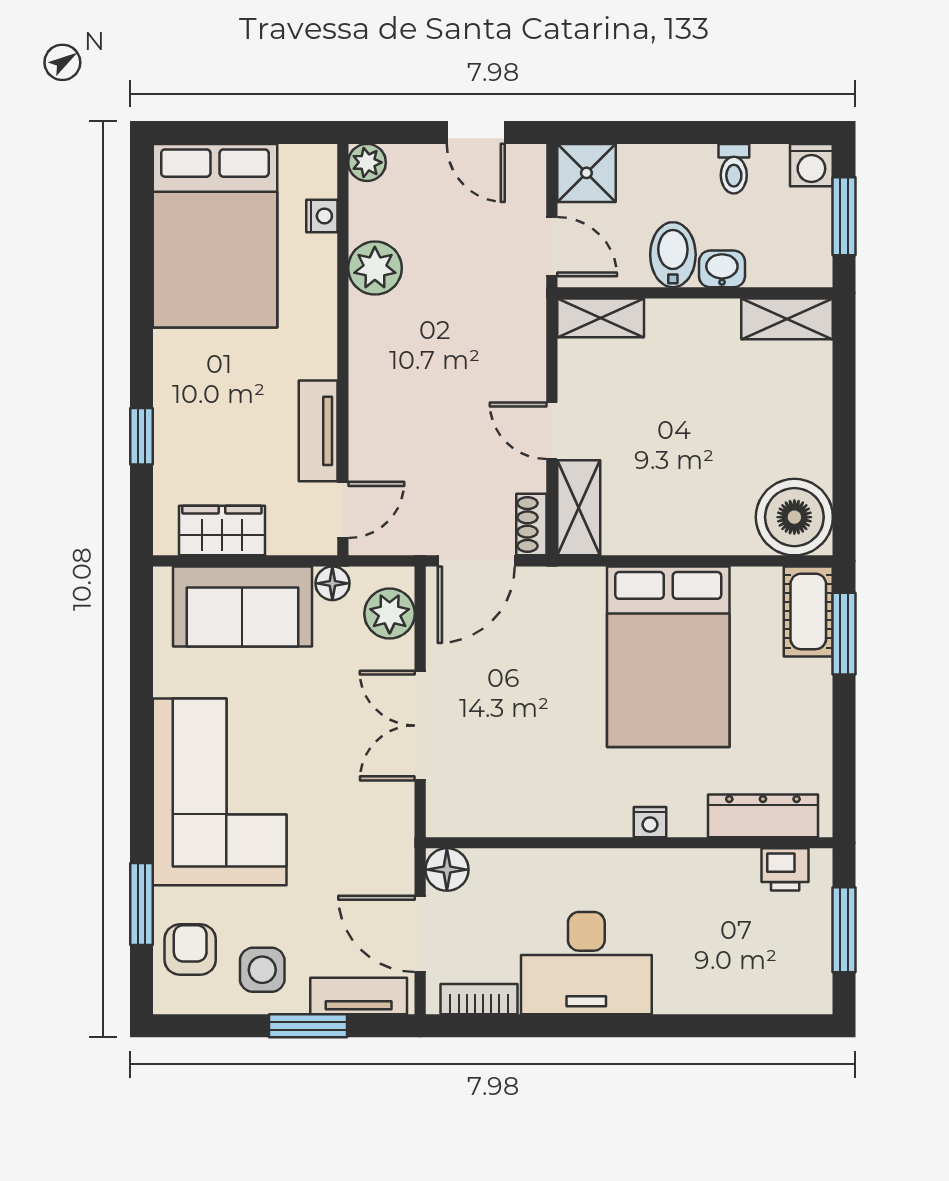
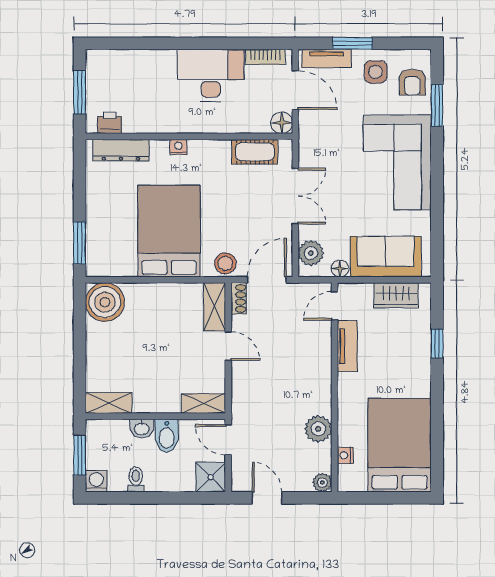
stool: (558, 593) -> (225, 263), added
cot: (808, 611) -> (255, 152), moved, turned 90

